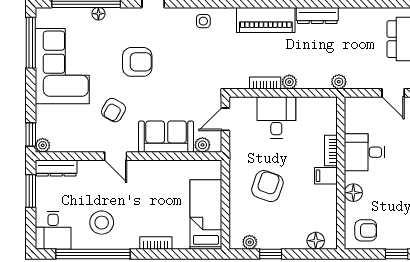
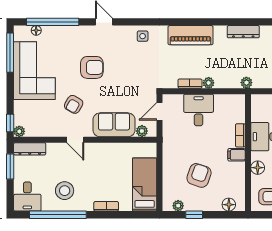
floor lamp: (98, 14) -> (36, 30), moved
dresser: (317, 15) -> (243, 32), moved
armchair: (267, 186) -> (199, 175), moved

